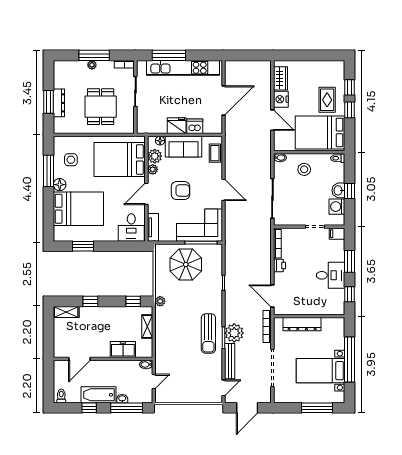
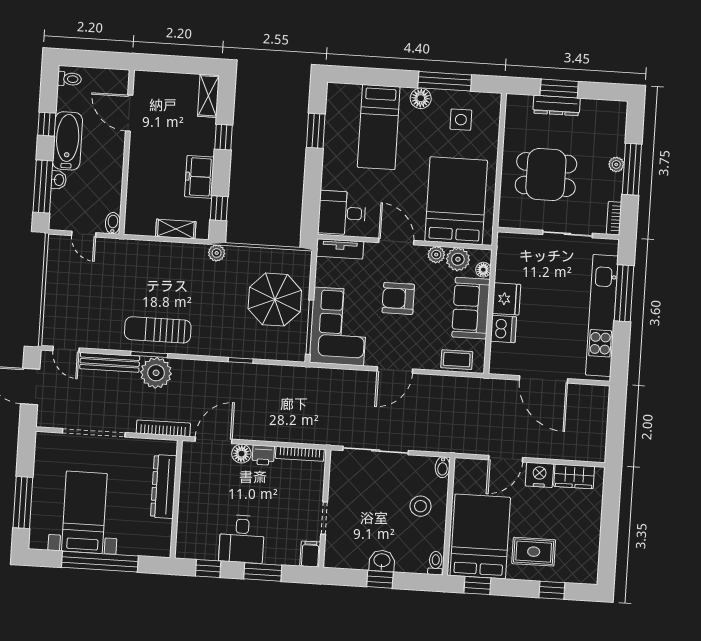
window: (350, 110) -> (477, 585), moved
armchair: (180, 191) -> (398, 298), turned 90
washing machine: (337, 207) -> (355, 557), removed
bed: (78, 209) -> (379, 127), width x0.67
floor lamp: (279, 279) -> (241, 454), added
freezer: (123, 350) -> (199, 177), moved, turned 180

